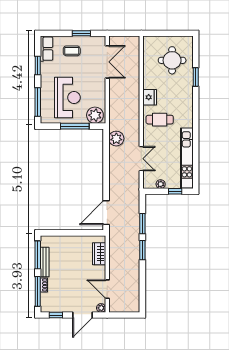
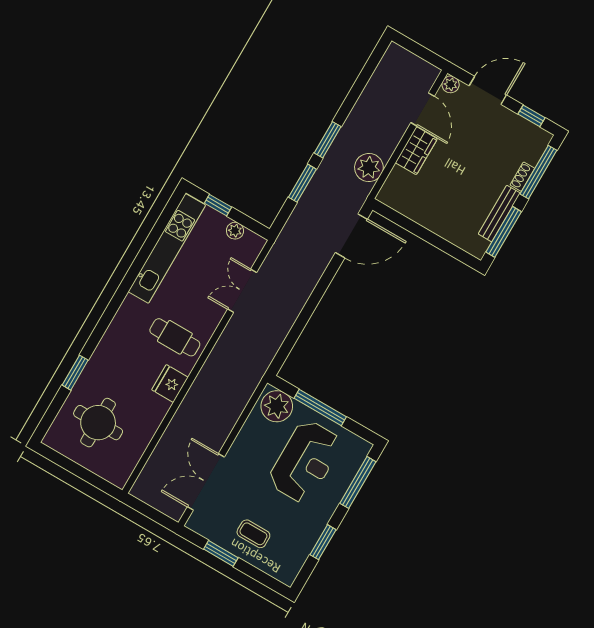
row of seats: (47, 49) -> (293, 561), removed
reception desk: (67, 97) -> (305, 462), turned 180
plant: (116, 139) -> (369, 168), moved
wardrobe: (99, 254) -> (416, 151), moved

